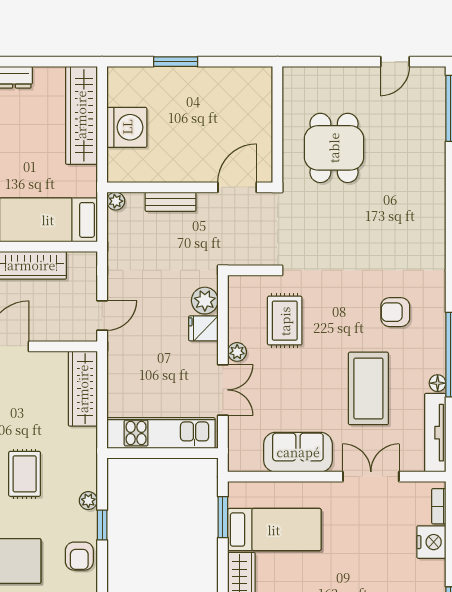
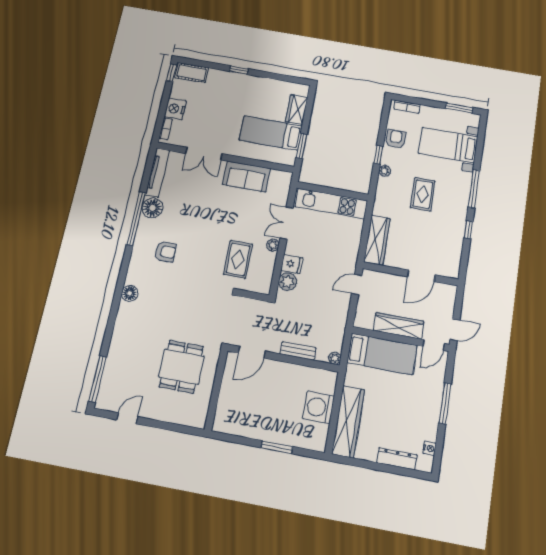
floor lamp: (434, 240) -> (130, 293), added
floor lamp: (438, 383) -> (152, 208), width x1.89, depth x1.89
coffee table: (368, 388) -> (193, 207), removed

